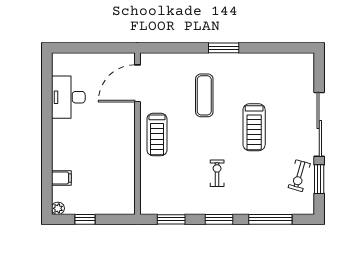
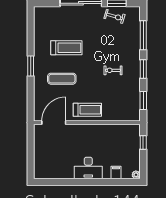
door: (137, 83) -> (54, 123), swing flipped
desk: (68, 97) -> (88, 168), moved
treadmill: (254, 127) -> (66, 48), moved
window: (85, 219) -> (143, 143), moved

